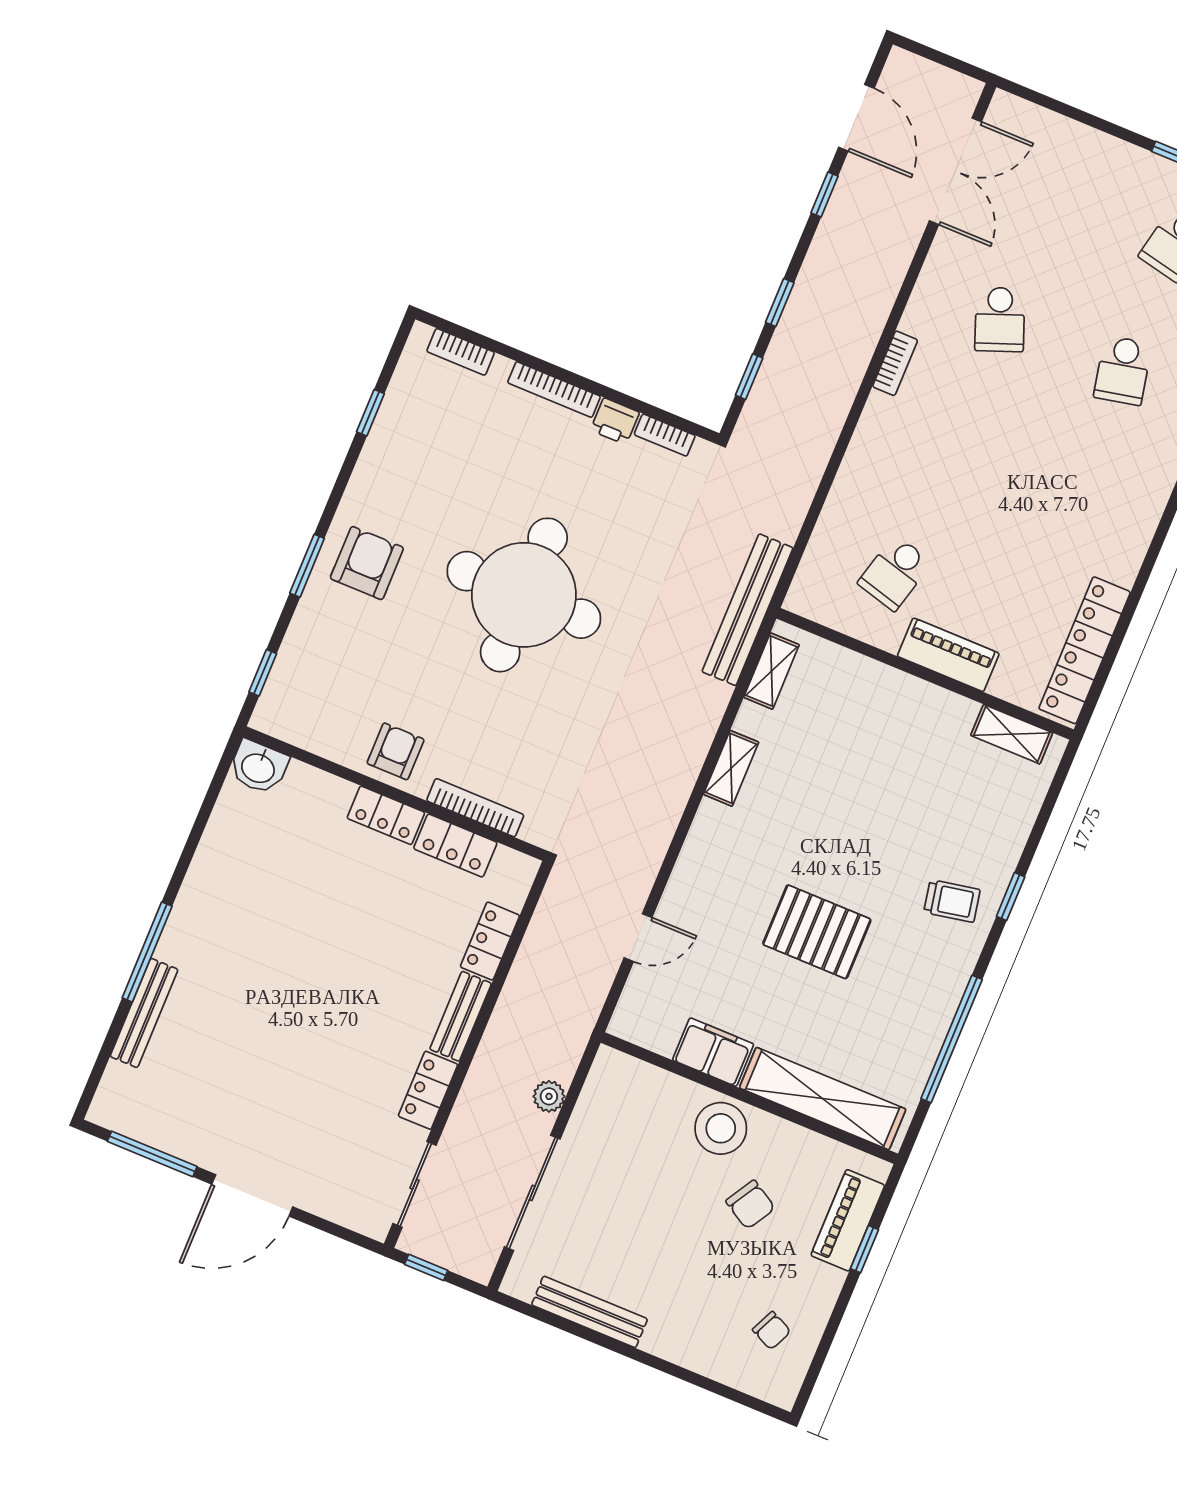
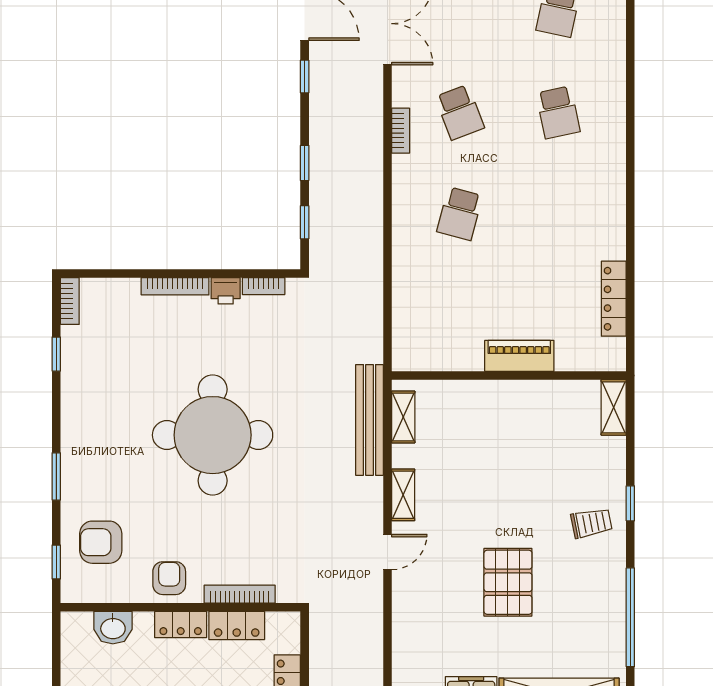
bookcase: (461, 352) -> (70, 301), moved, turned -90
bookcase: (895, 363) -> (401, 131), moved
armchair: (367, 563) -> (101, 542), moved, turned -90
school desk: (895, 573) -> (460, 214), moved
bench: (748, 610) -> (370, 420), moved
locker: (1085, 650) -> (614, 299), width x0.71, depth x0.83
shelving: (1012, 734) -> (614, 407), moved, turned 90
washbasin: (258, 767) -> (113, 628), moved
pallet: (817, 932) -> (508, 582), turned 90
door: (638, 938) -> (387, 552), moved

